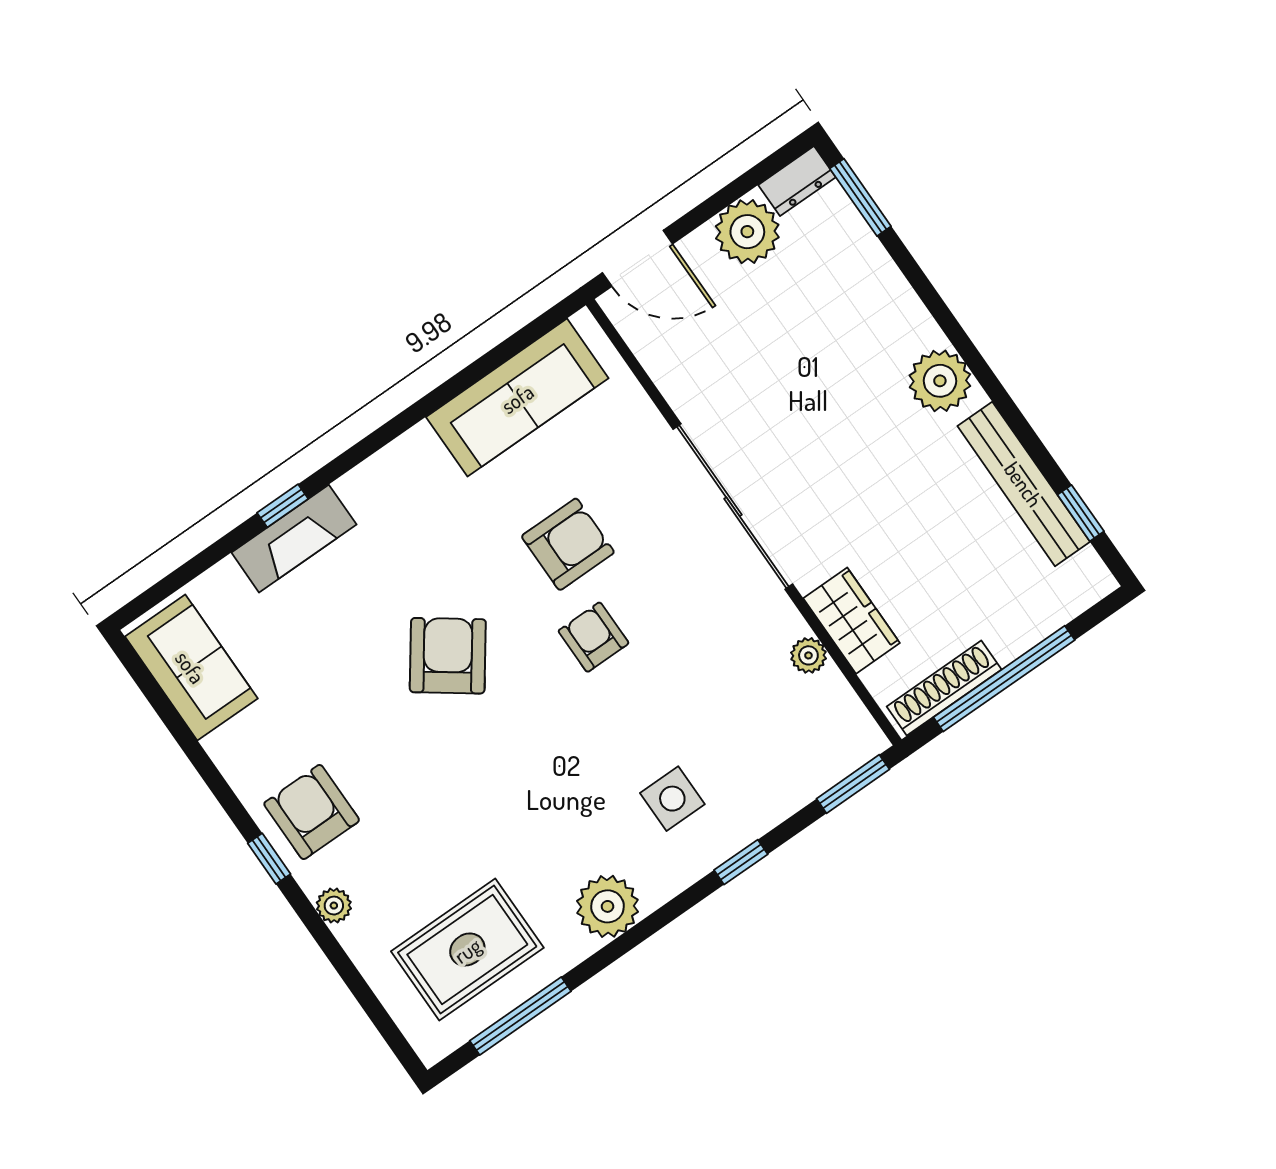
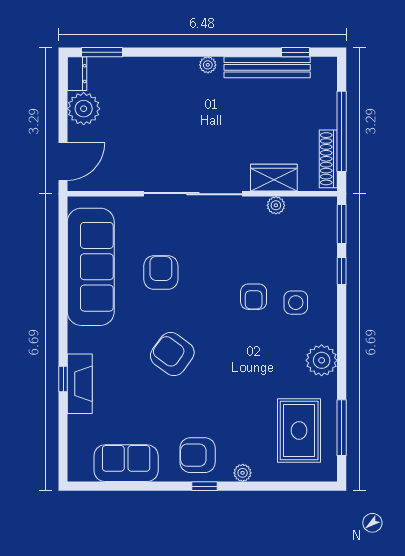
plant: (940, 381) -> (208, 65), width x0.53, depth x0.53
sofa: (517, 398) -> (91, 267), width x1.36, depth x1.27
armchair: (593, 637) -> (254, 297), moved, turned -90
sofa: (191, 667) -> (126, 463), moved
window: (741, 862) -> (342, 271), moved

